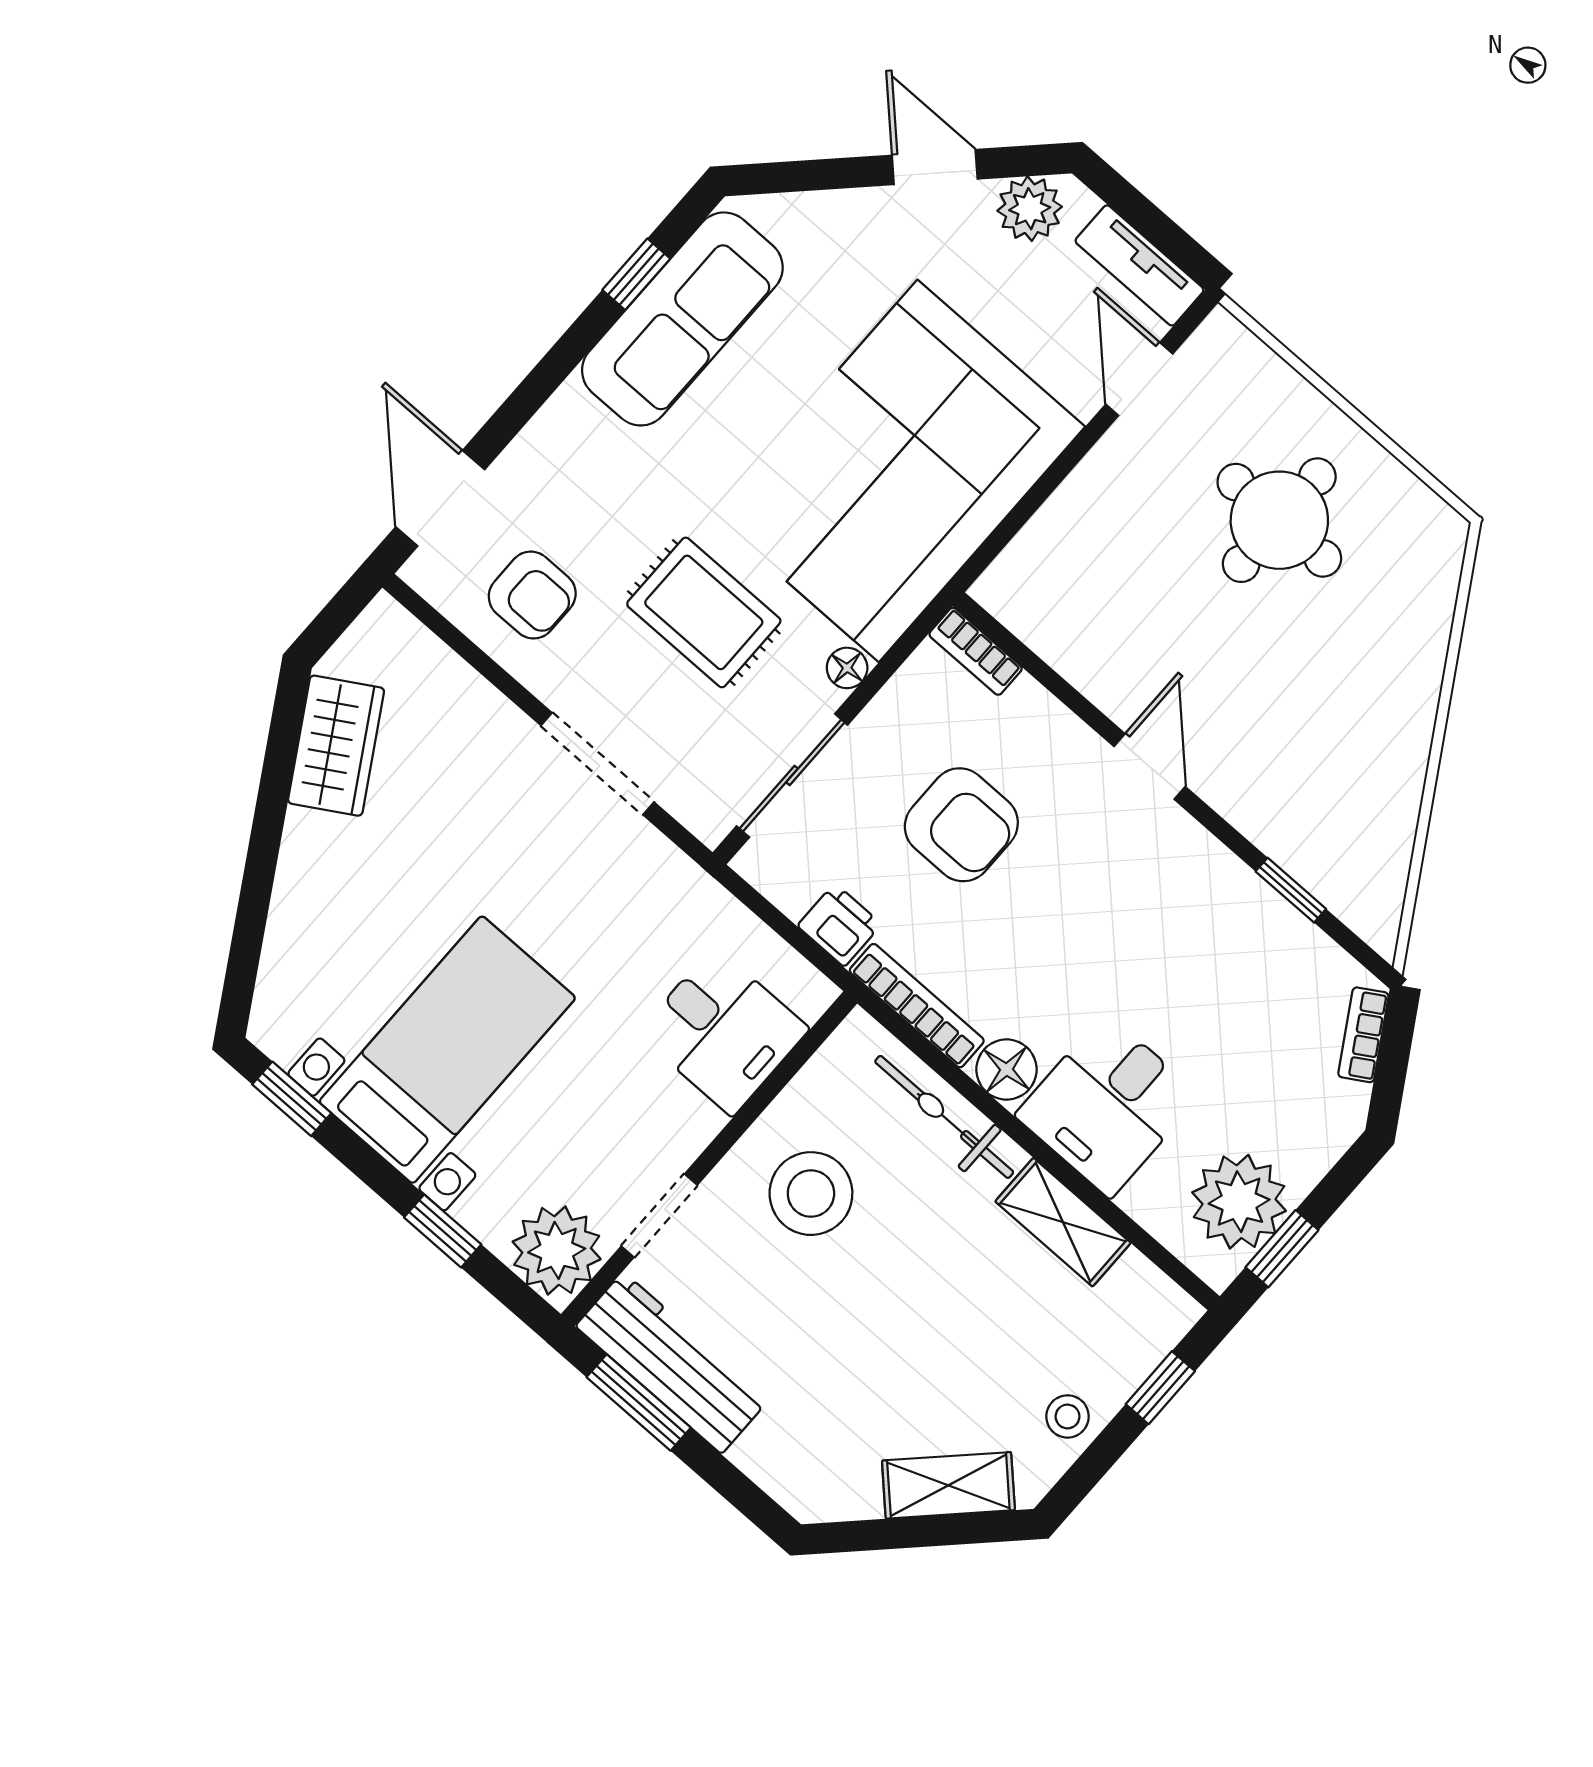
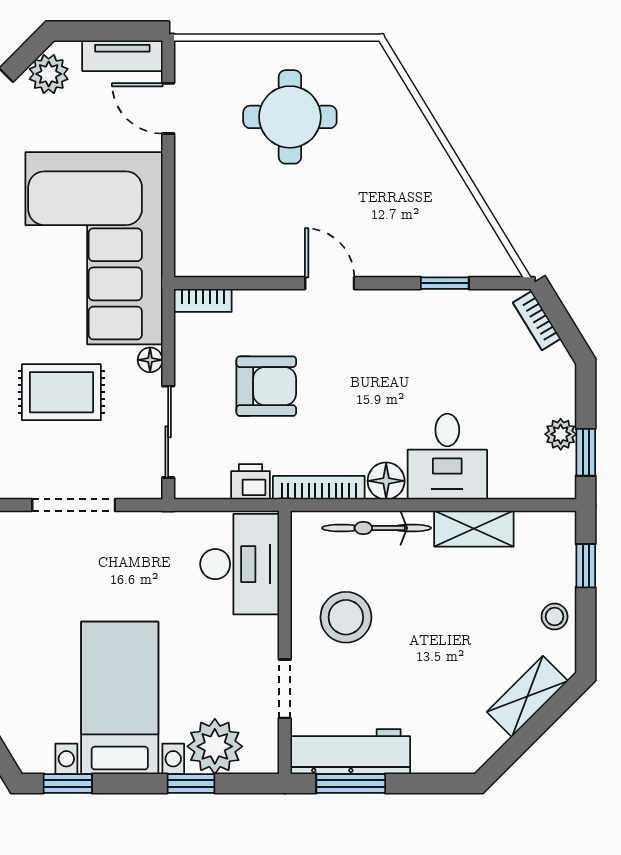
desk: (723, 1031) -> (240, 564), width x1.37
plant: (1239, 1202) -> (561, 434), width x0.53, depth x0.53
plant: (557, 1250) -> (215, 746), moved

